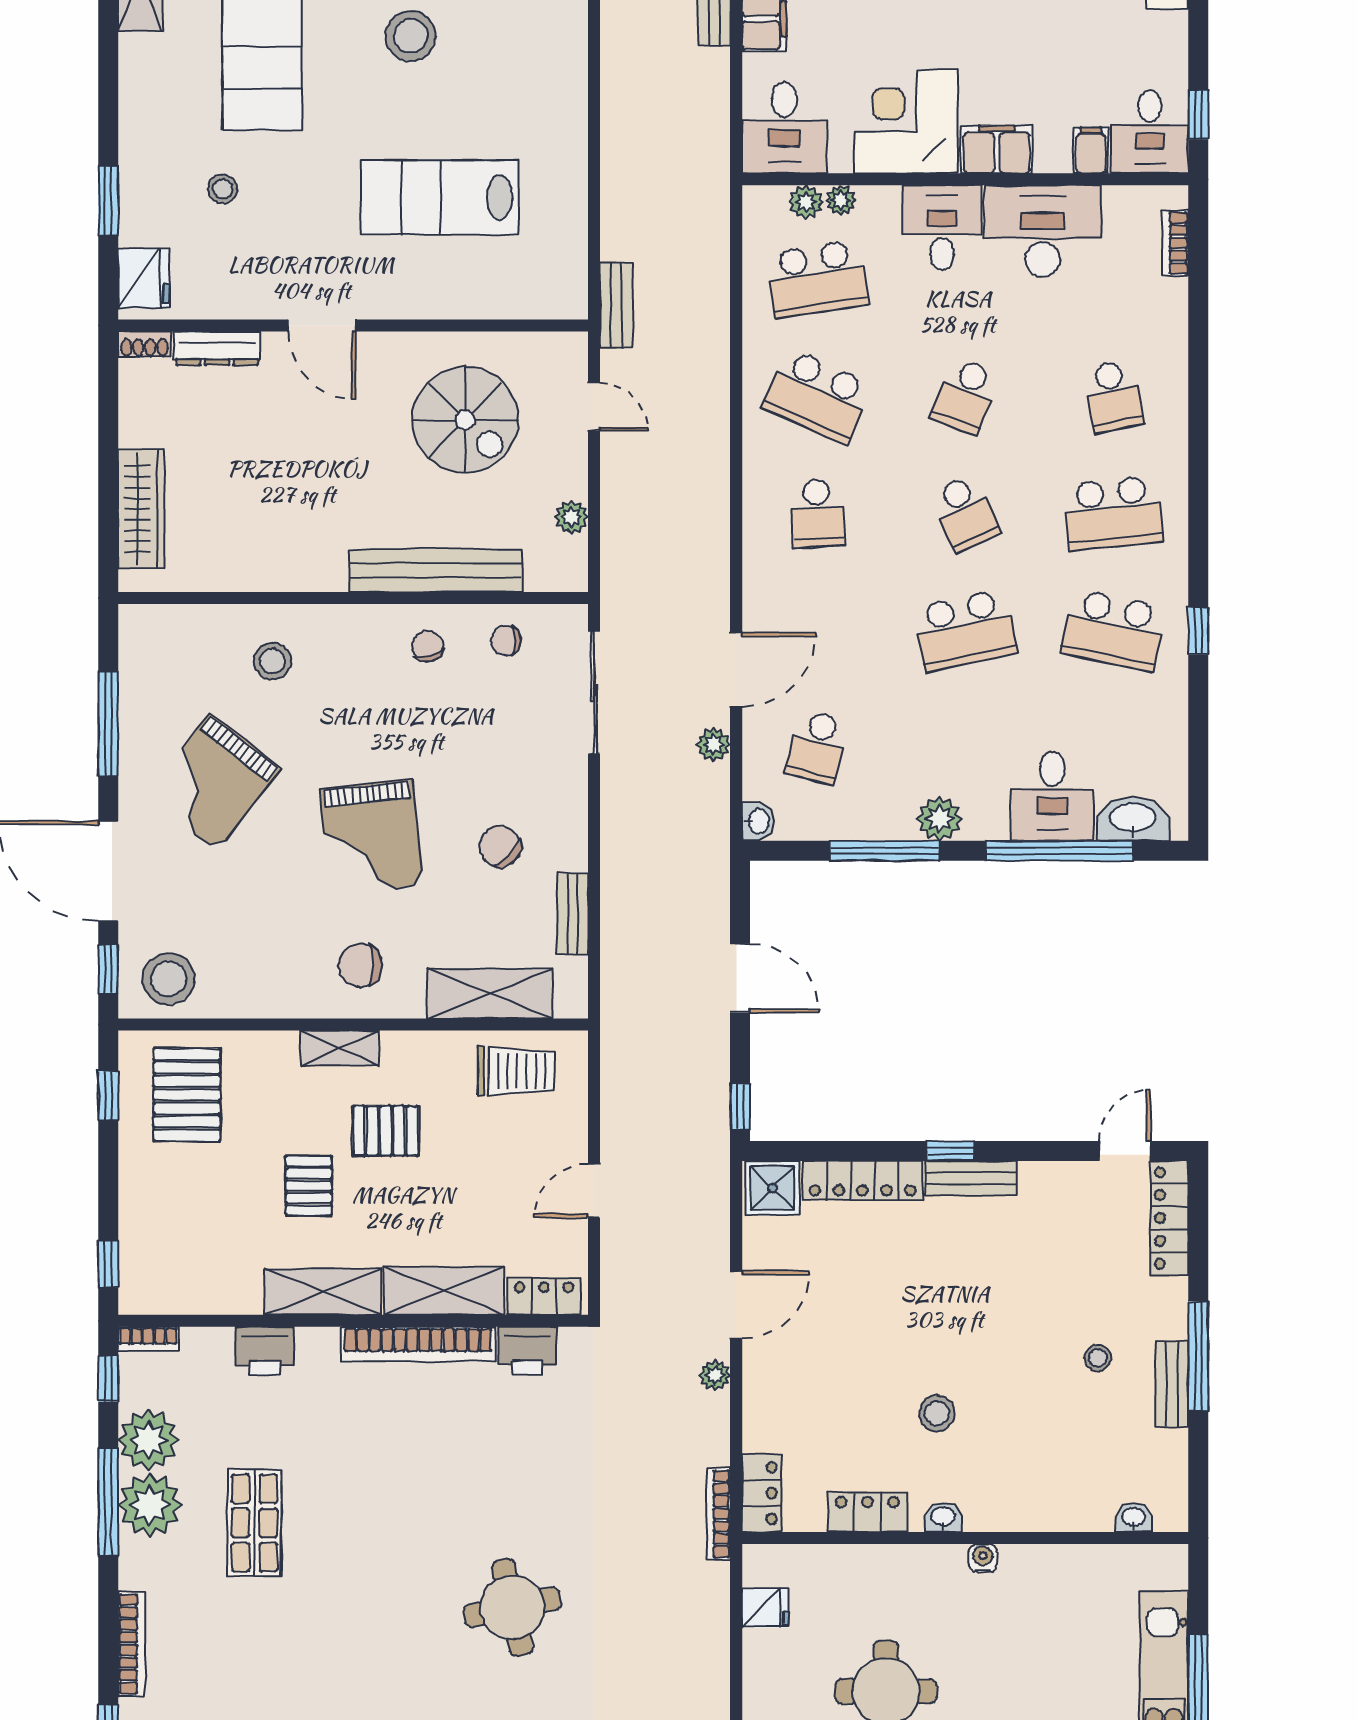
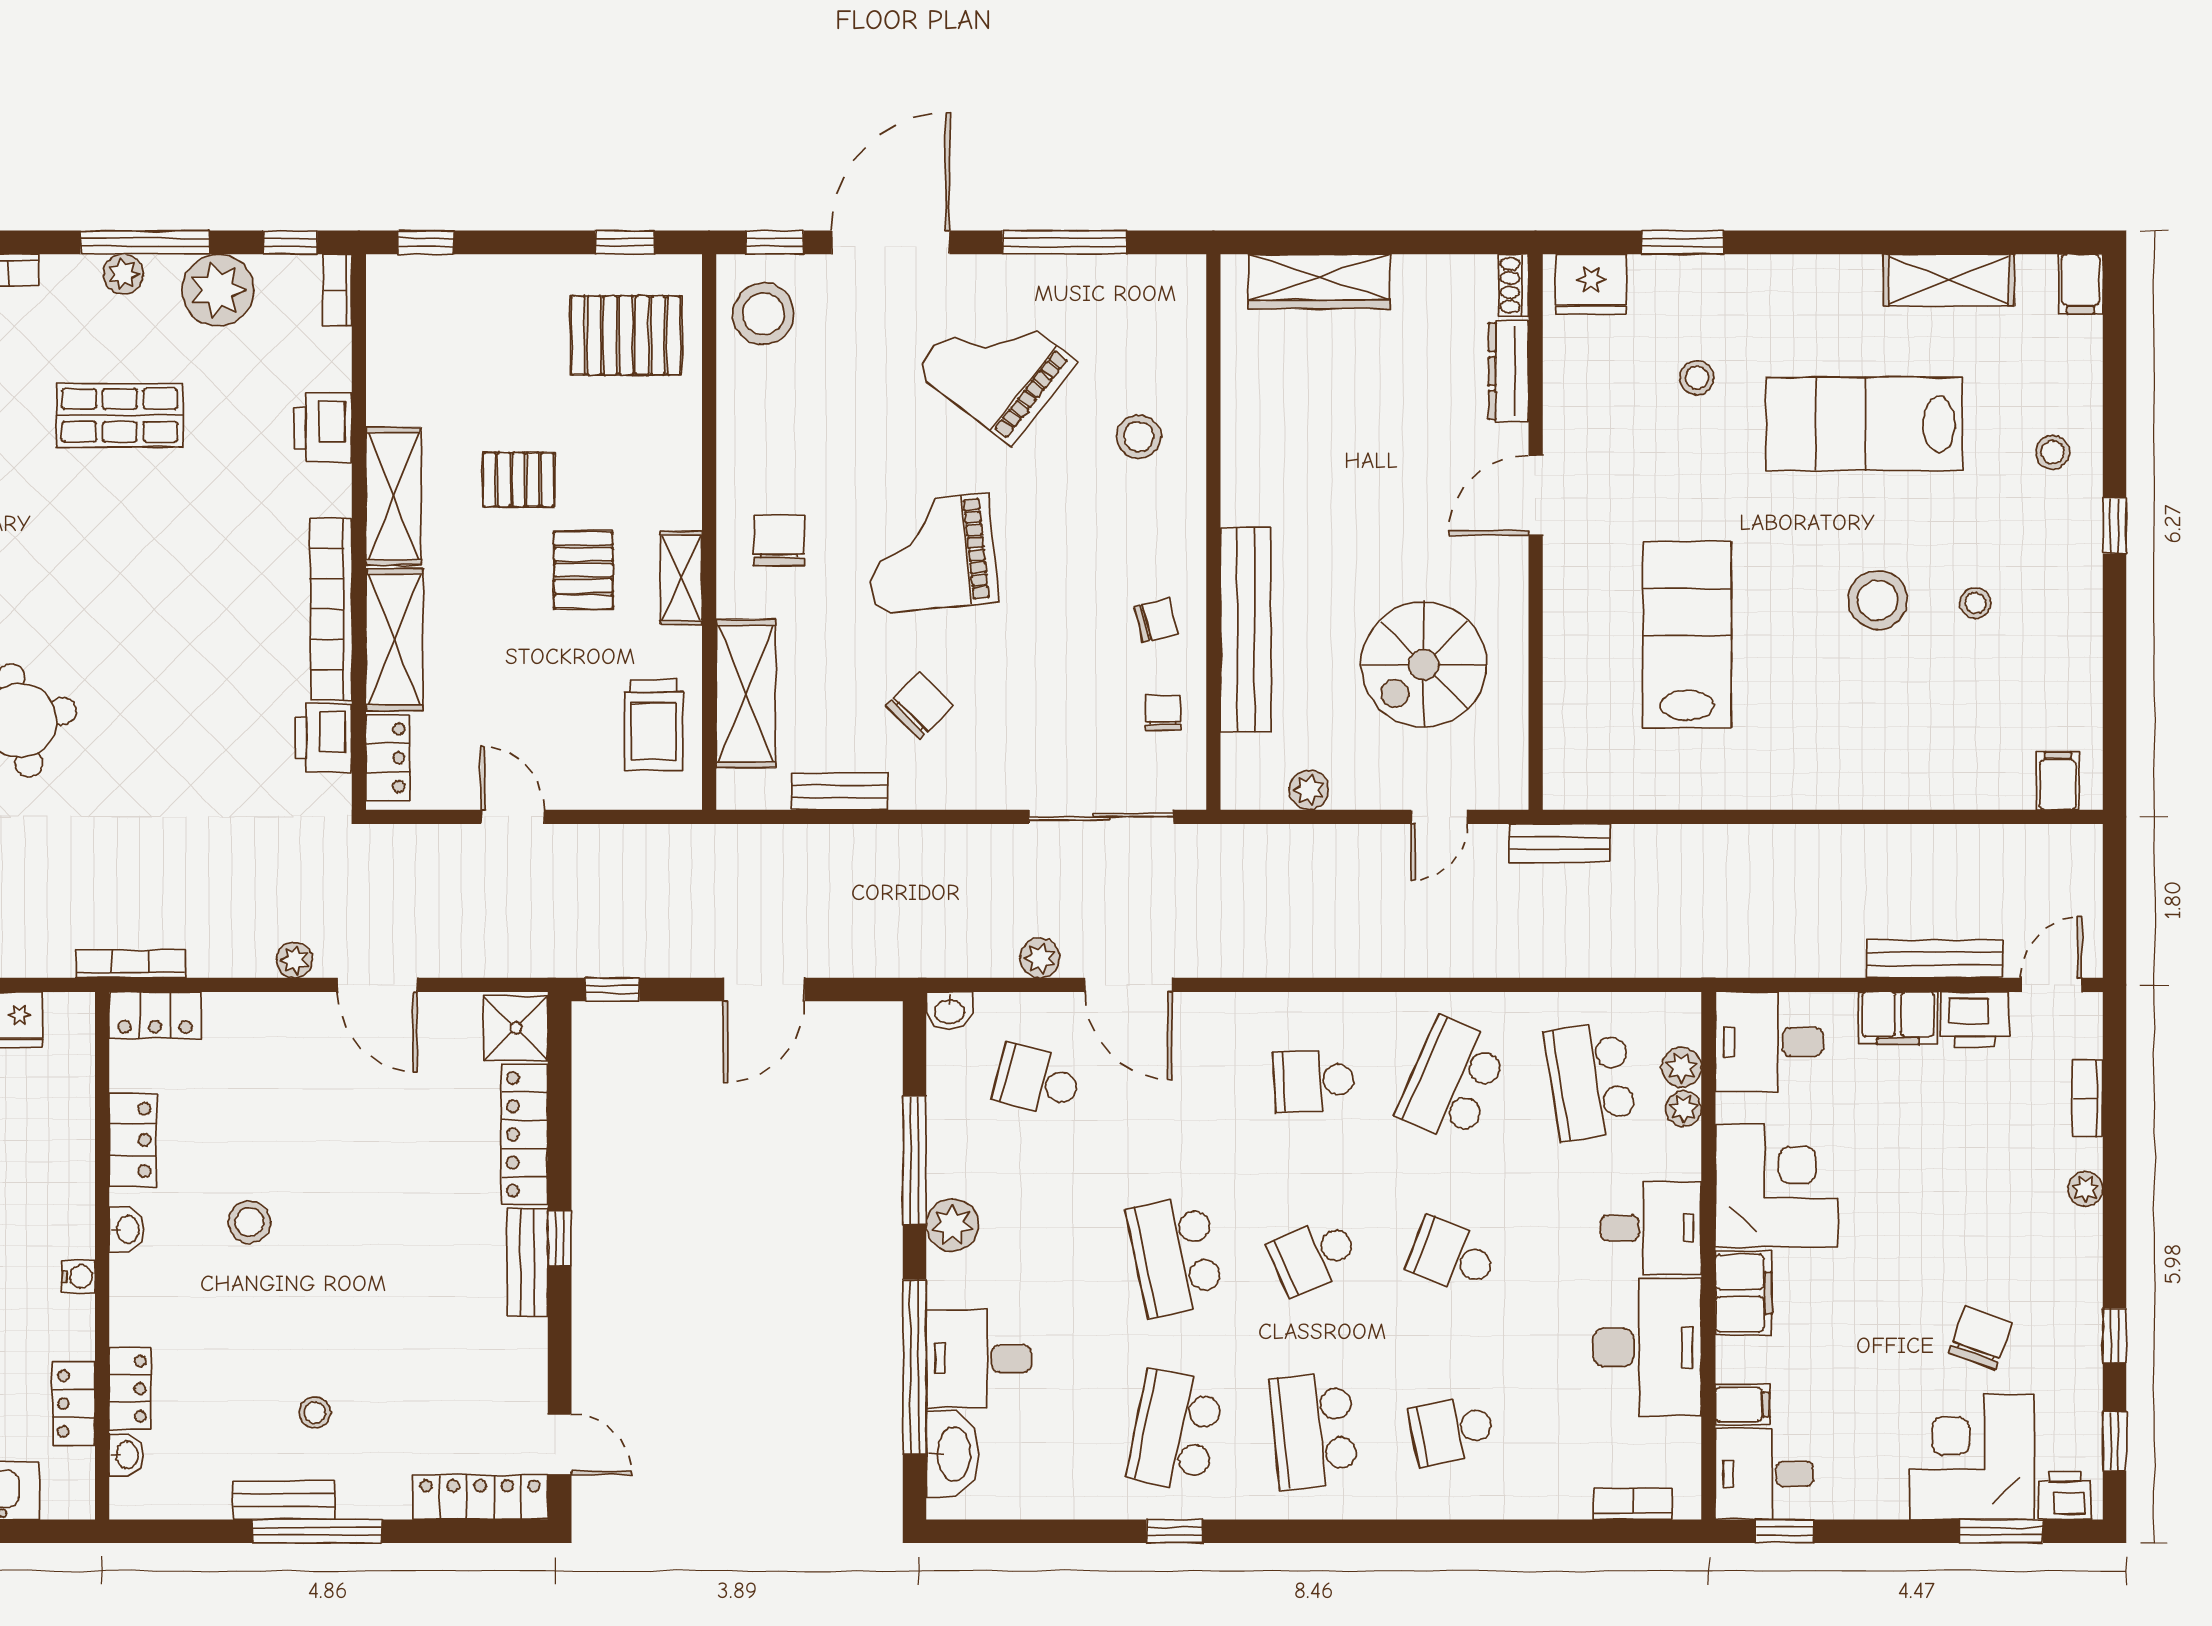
shelving: (340, 1048) -> (681, 578), moved
plant: (150, 1505) -> (123, 274), width x0.53, depth x0.53
locker: (1078, 1514) -> (130, 1389), added
locker: (1090, 1562) -> (74, 1404), added

